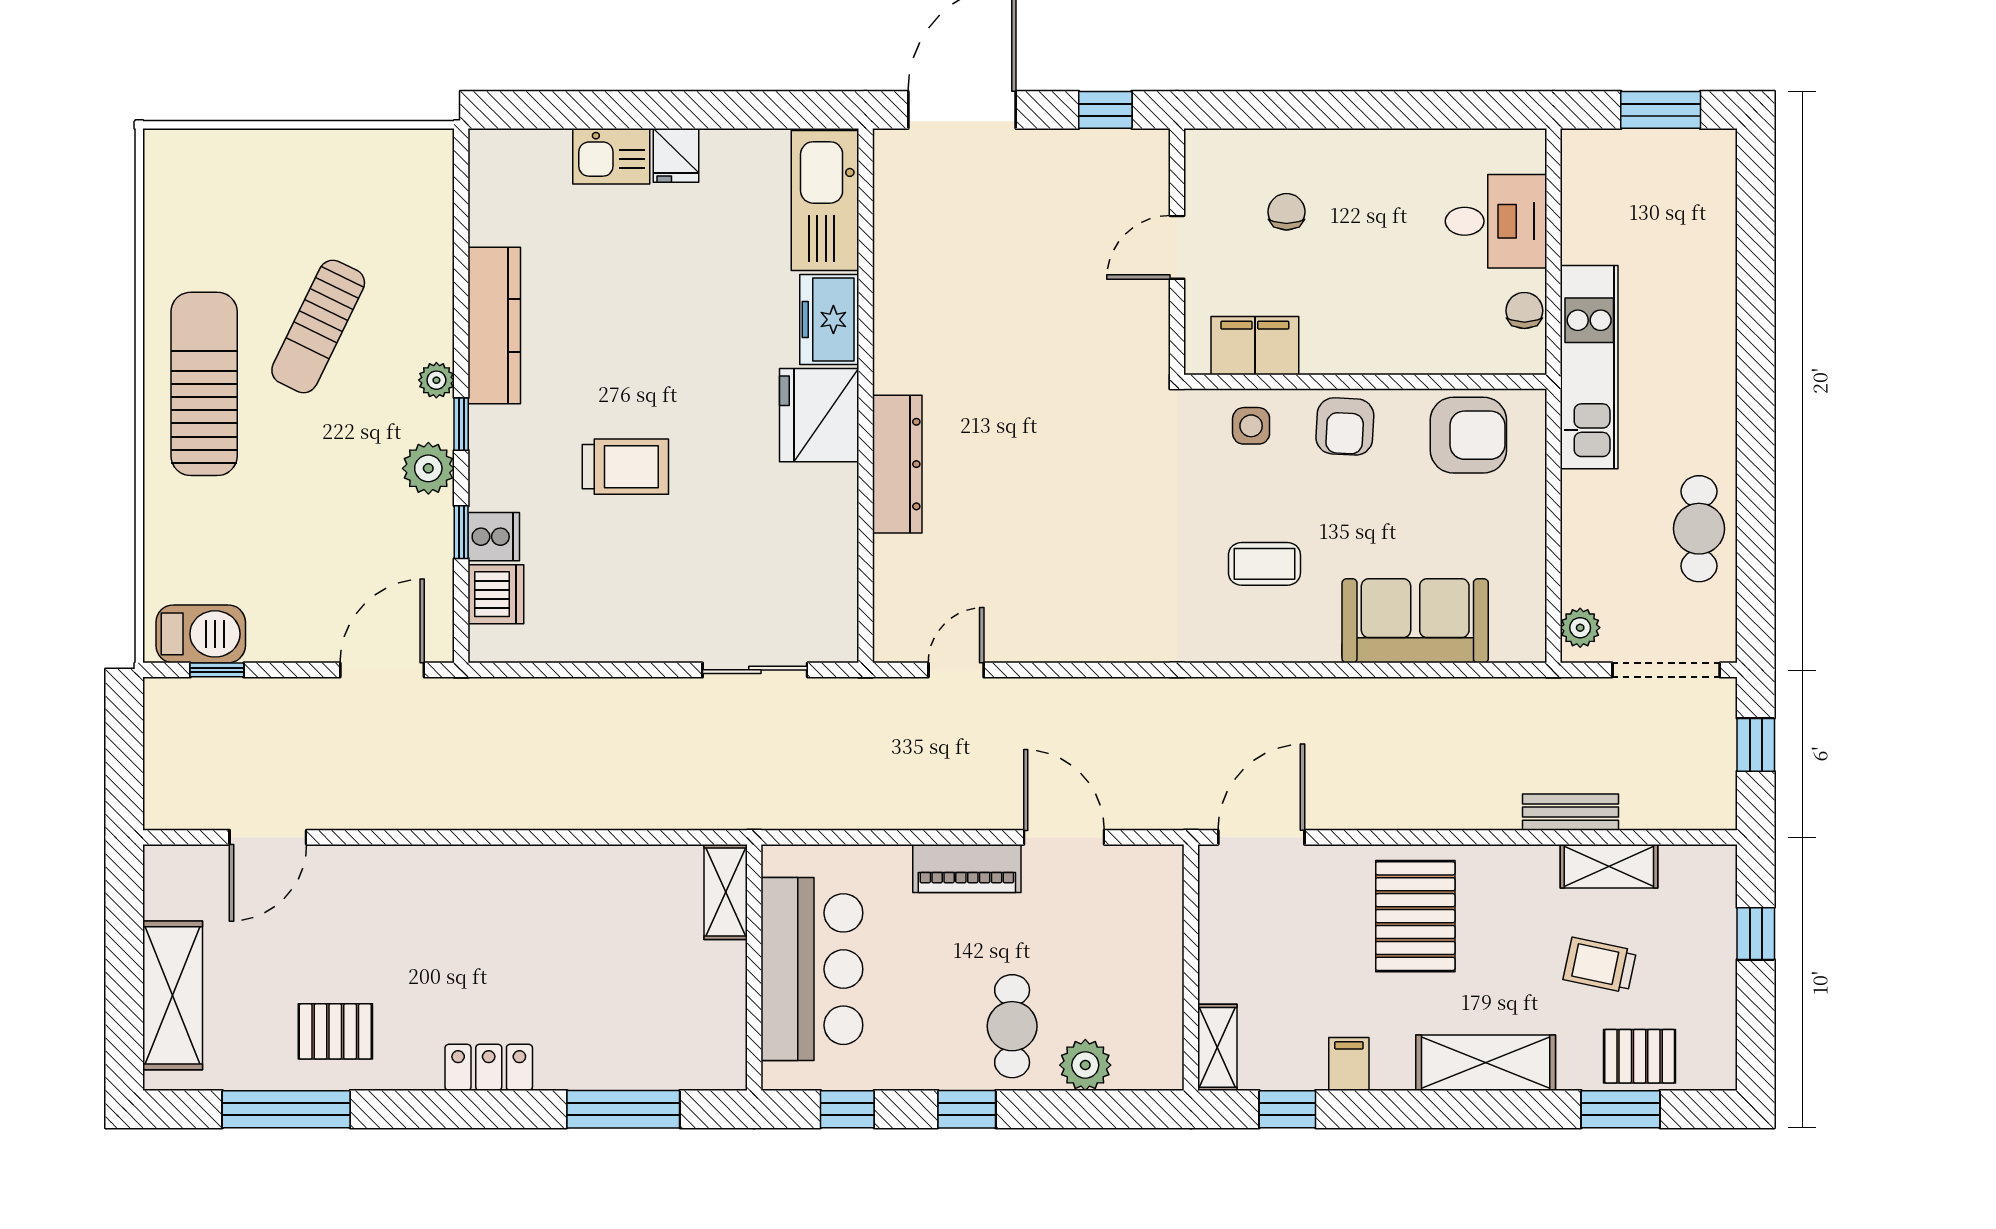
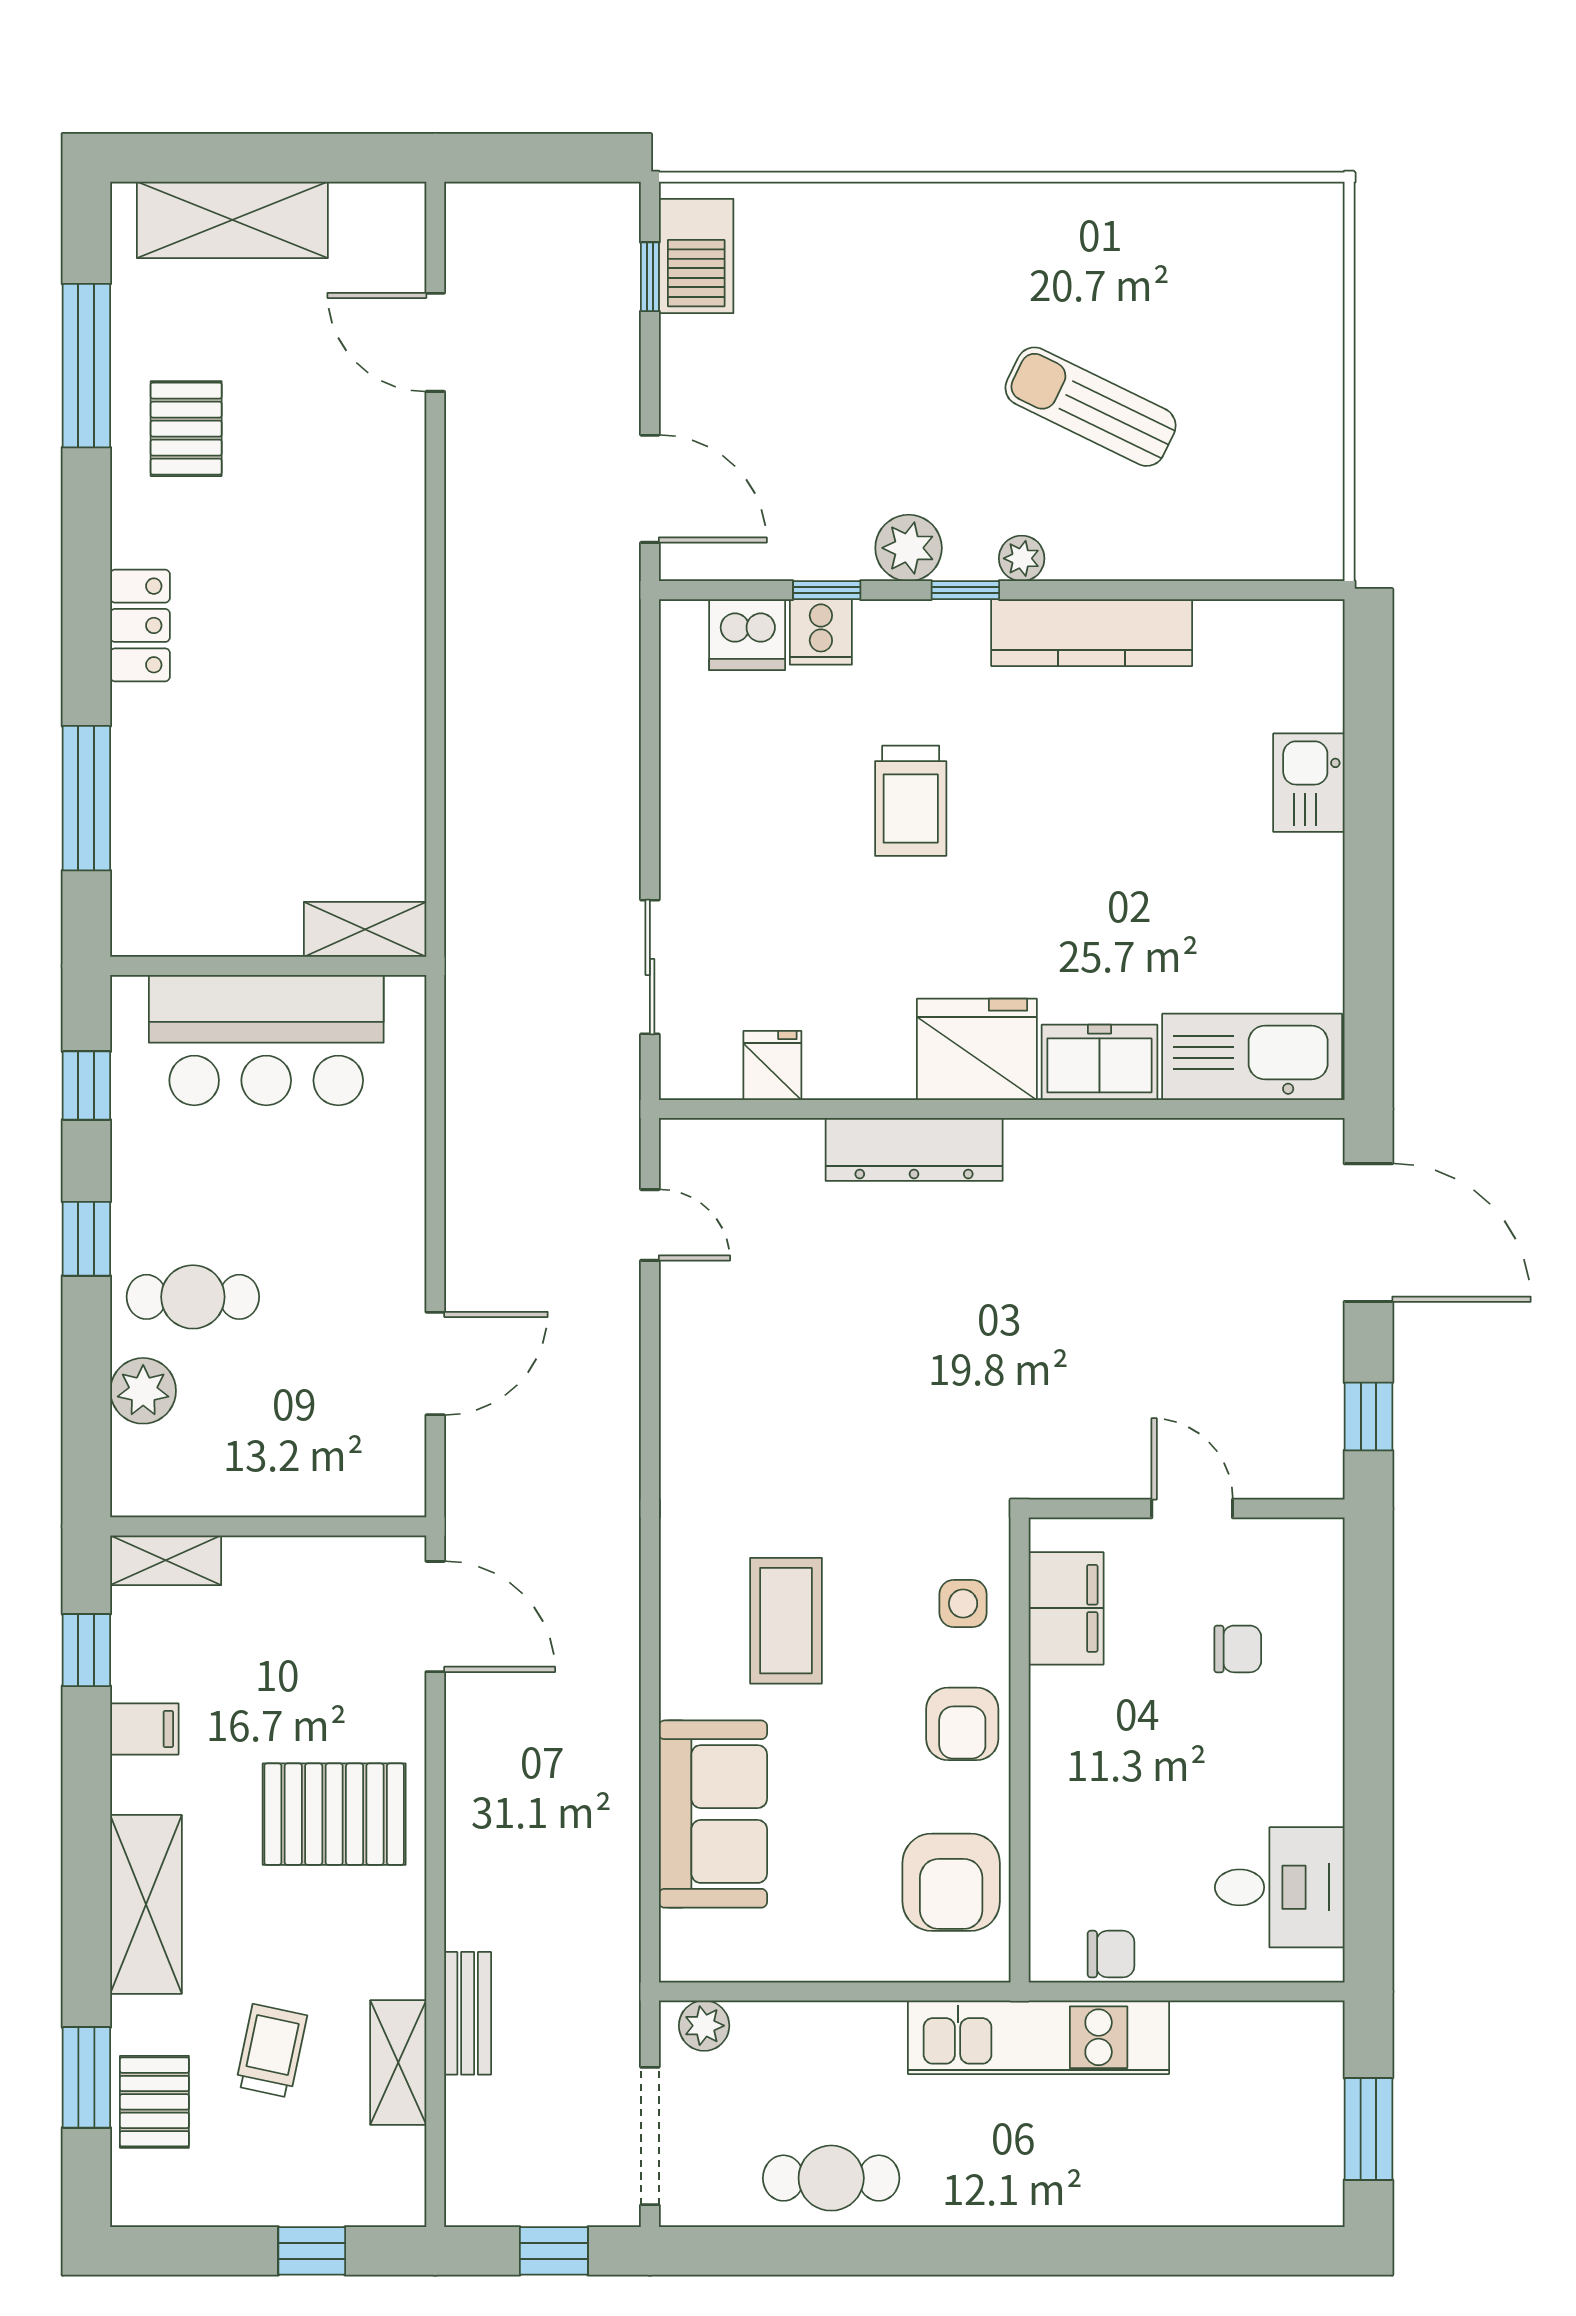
fridge: (676, 155) -> (772, 1065), moved, turned 90
desk: (1496, 221) -> (1280, 1887), moved, turned -90
sun lounger: (204, 384) -> (1017, 260), removed
armchair: (1345, 426) -> (962, 1724), turned -93
coffee table: (1264, 564) -> (786, 1621), width x1.36, depth x1.30
piano: (967, 868) -> (395, 1239), removed

